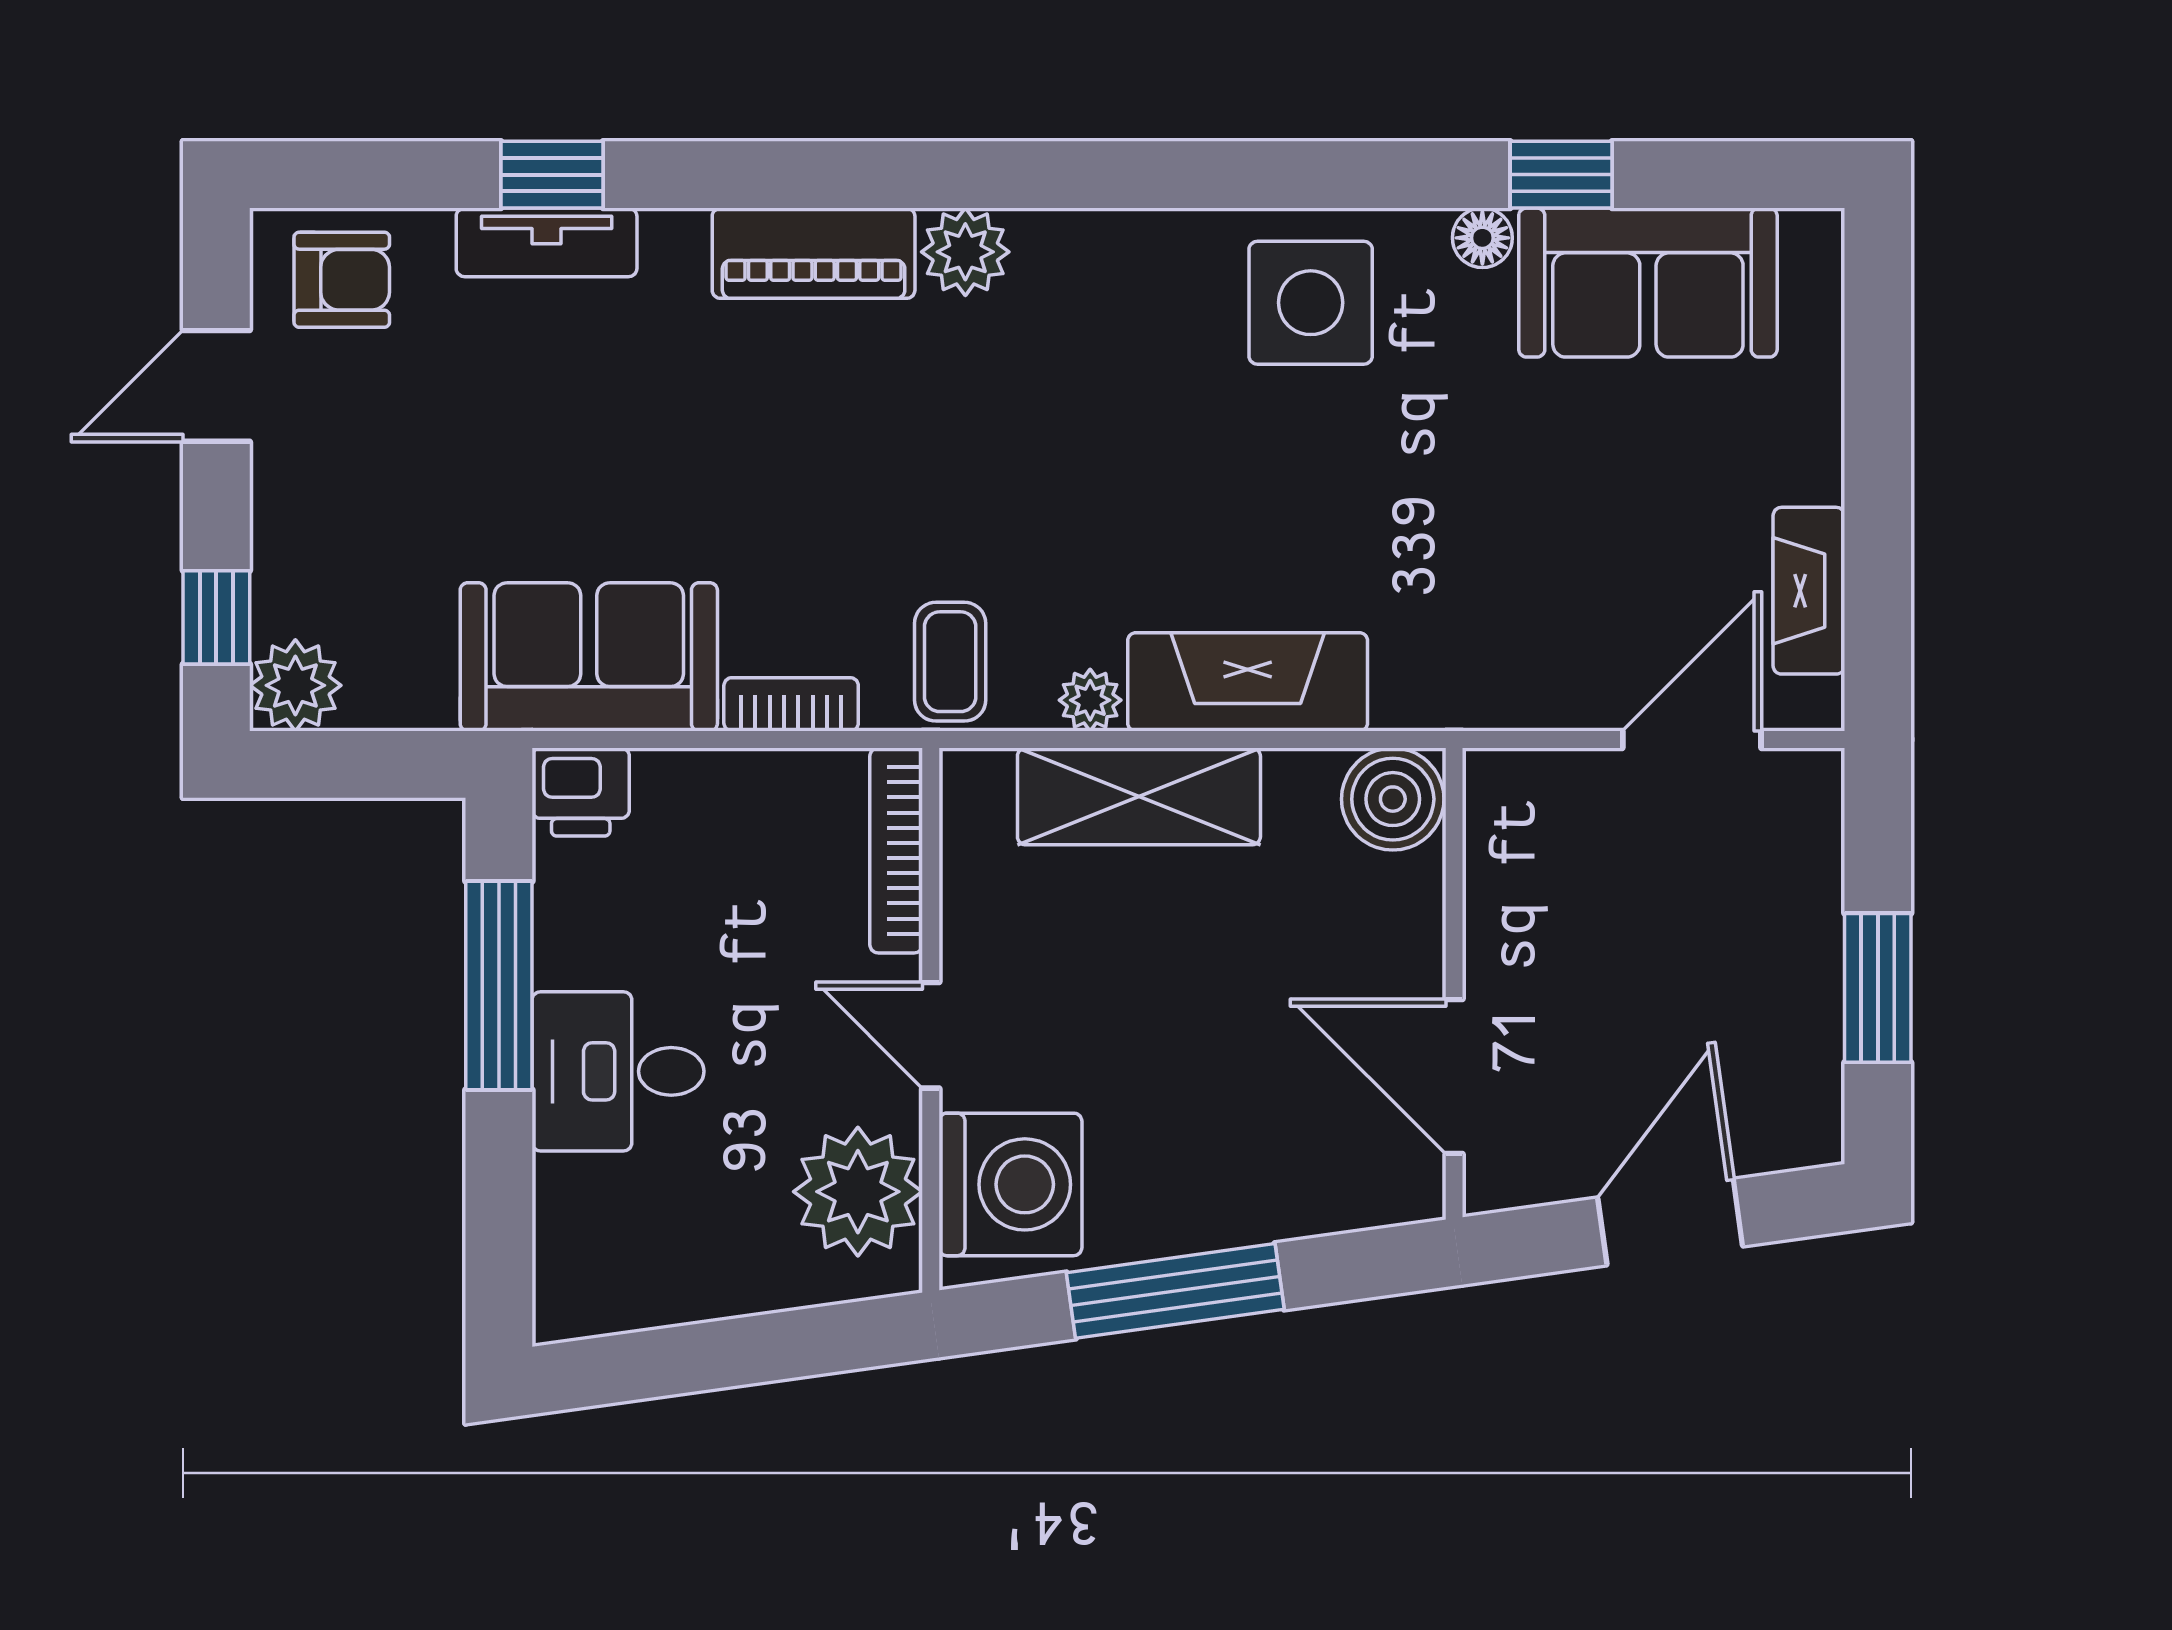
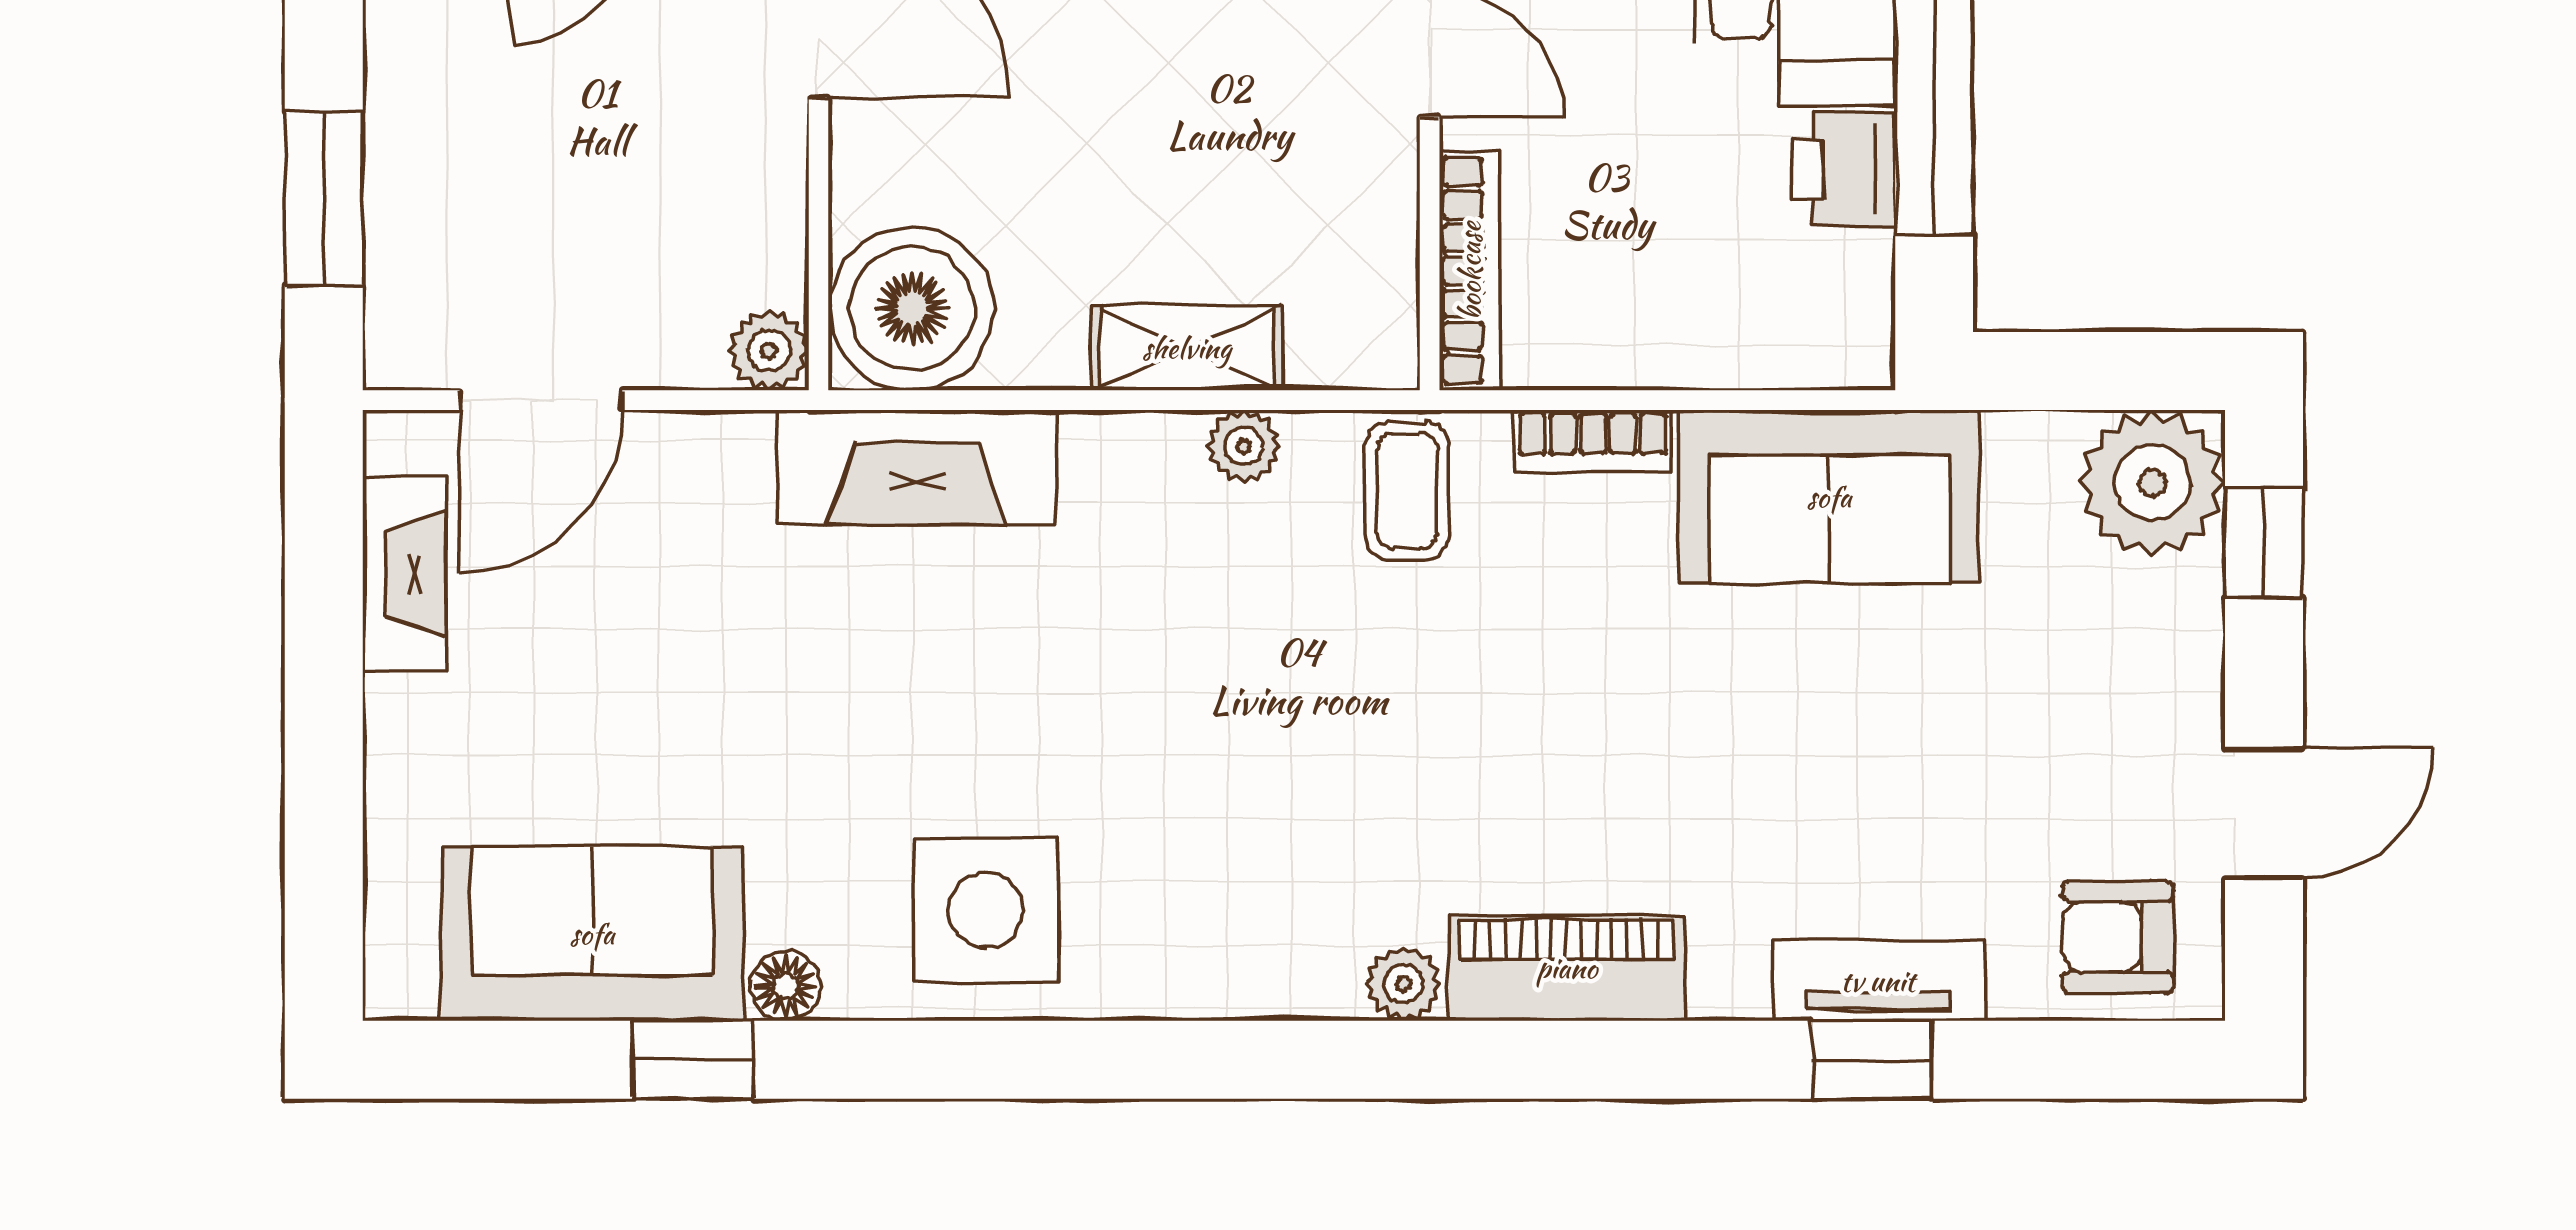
plant: (965, 252) -> (1403, 984), width x0.73, depth x0.73
fireplace: (1248, 682) -> (917, 467), moved
plant: (295, 685) -> (2152, 483), width x1.36, depth x1.36
plant: (1496, 782) -> (769, 351), added
printer: (581, 792) -> (1844, 170), moved, turned -90
shelving: (1139, 796) -> (1187, 348), width x0.67, depth x0.75
boiler: (1393, 799) -> (912, 309), width x1.37, depth x1.37
window: (1878, 988) -> (324, 199), moved

